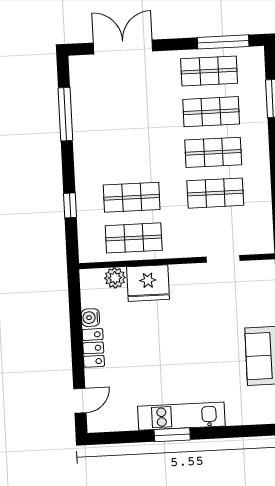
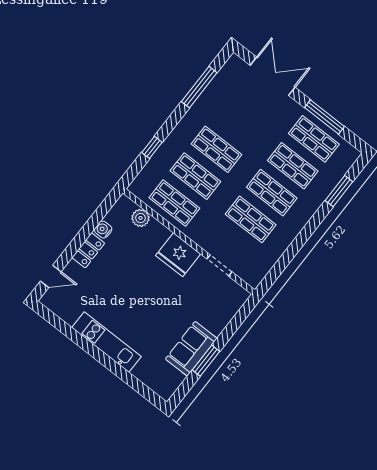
window: (223, 42) -> (324, 117), moved
shop shelf: (130, 157) -> (216, 149), added
fridge: (148, 283) -> (178, 255), moved
window: (172, 435) -> (90, 349), removed

